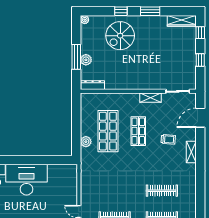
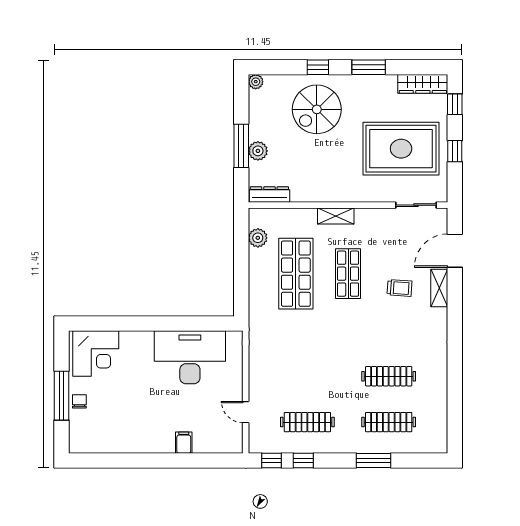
rug: (169, 58) -> (401, 149), added
shelving: (150, 98) -> (336, 216), moved
plant: (86, 142) -> (258, 238), moved
shelving: (191, 152) -> (439, 288), moved
desk: (26, 180) -> (190, 357), moved

